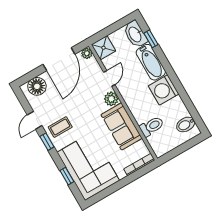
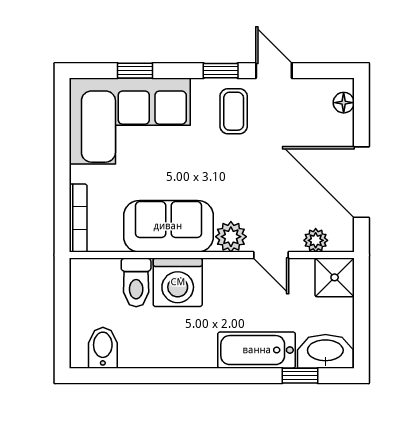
plant: (87, 53) -> (316, 240), moved
floor lamp: (37, 86) -> (344, 103), width x0.53, depth x0.53
washing machine: (164, 90) -> (178, 282), moved, turned 180

